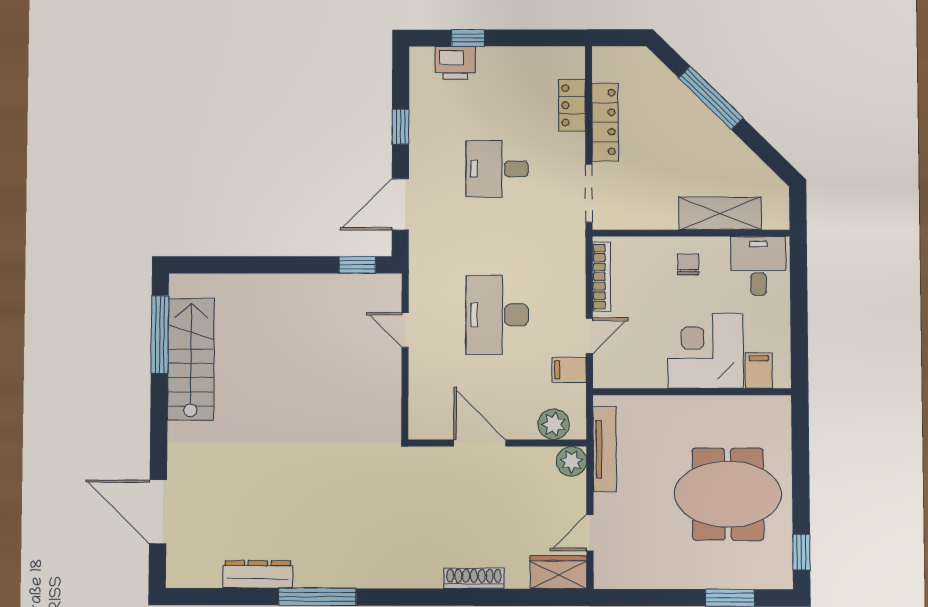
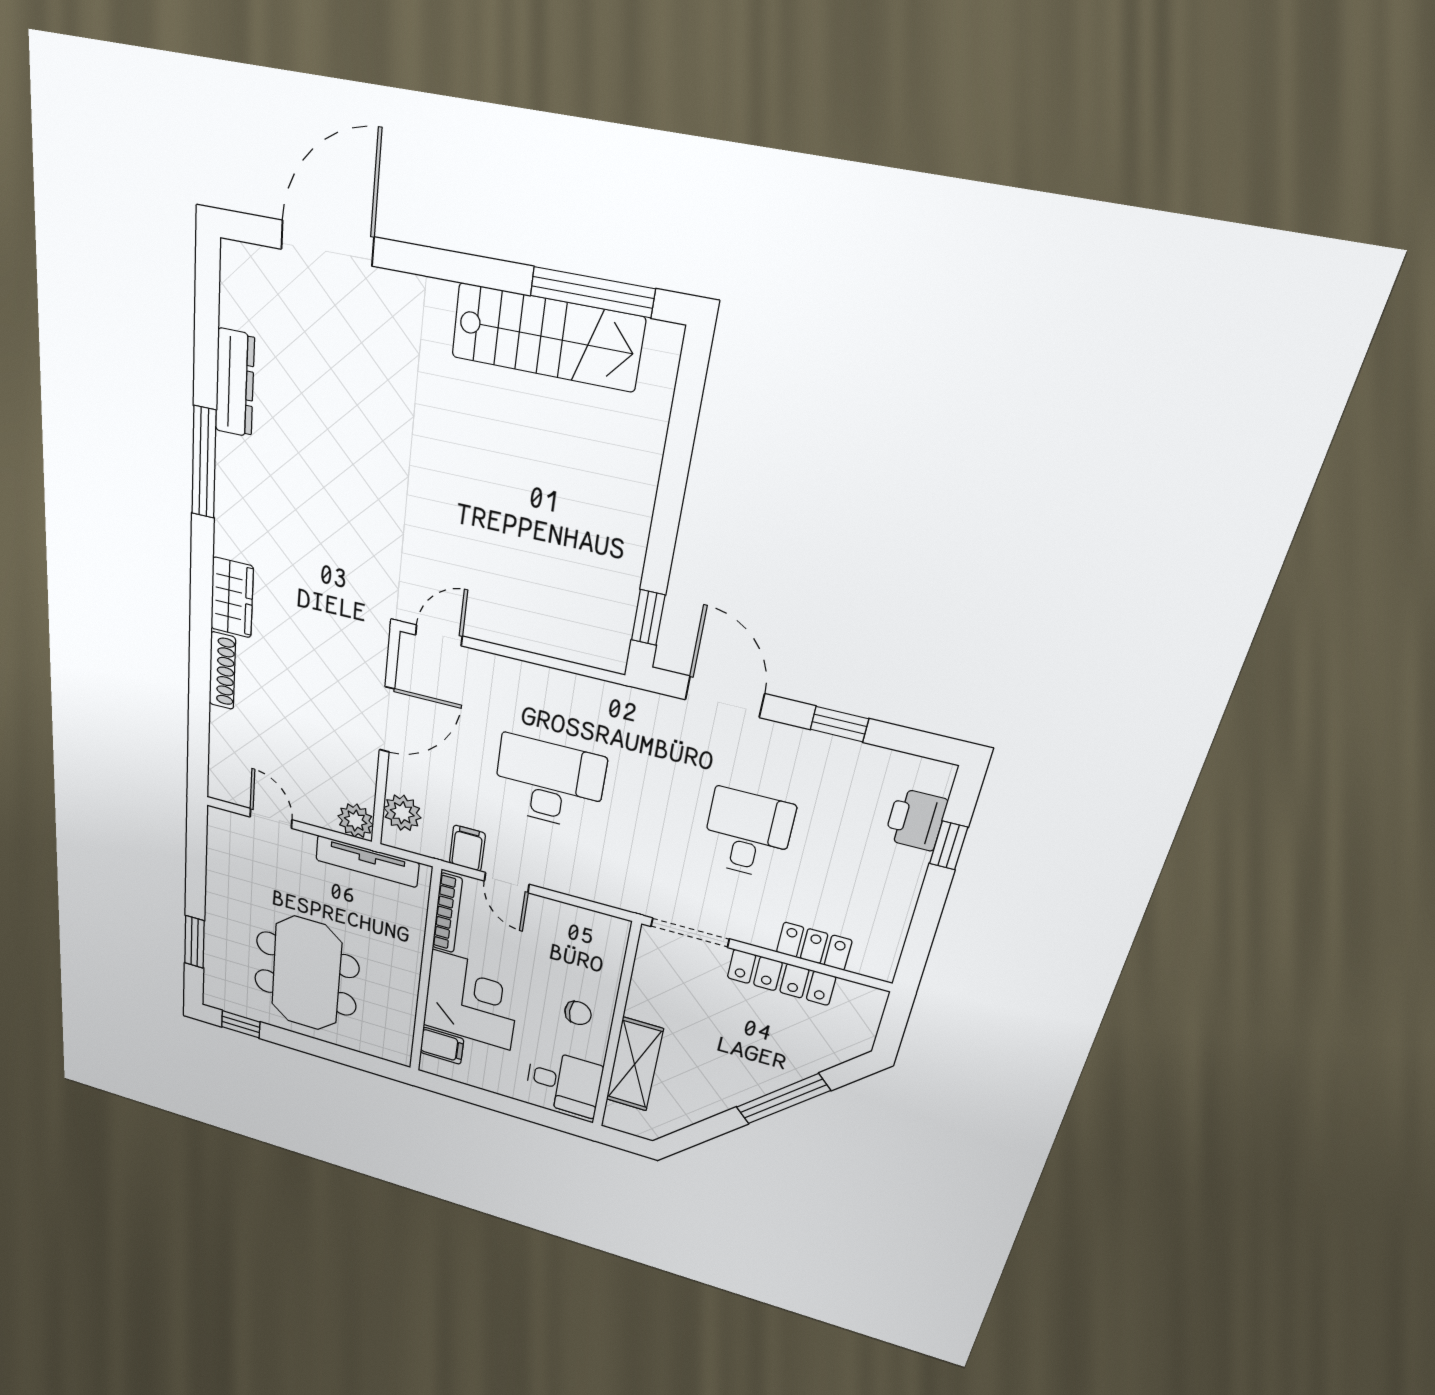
bookcase: (601, 277) -> (447, 913), moved, turned -90
door: (405, 330) -> (439, 635), moved
wardrobe: (558, 572) -> (232, 597), moved

